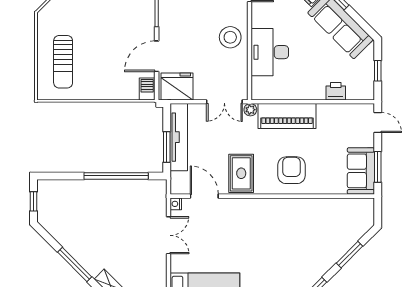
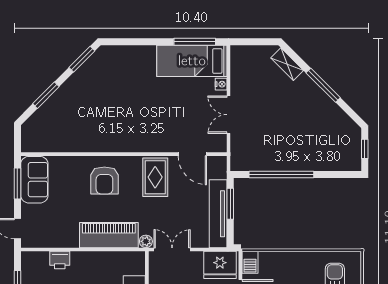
nightstand: (176, 204) -> (221, 84), moved

